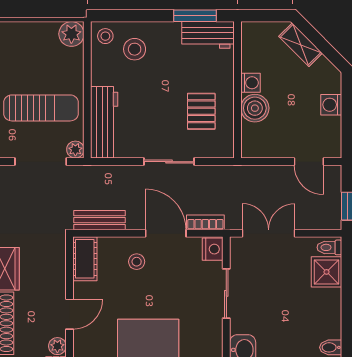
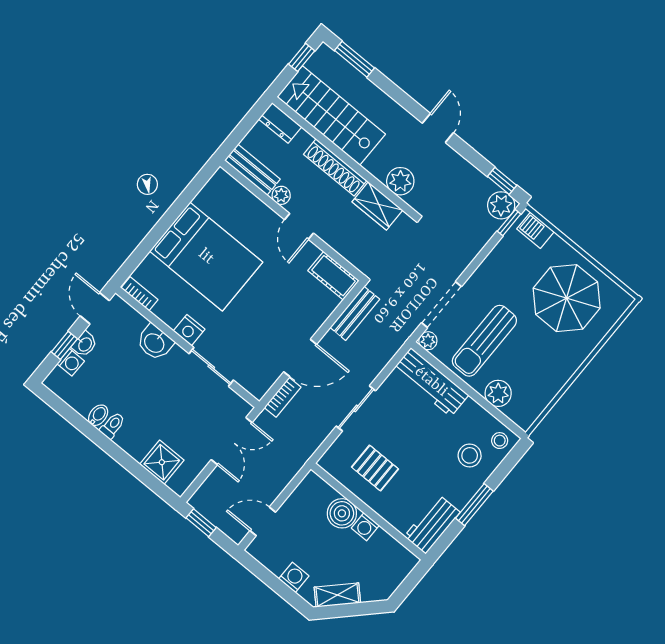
window: (195, 16) -> (474, 505), moved
plant: (71, 34) -> (498, 393), moved
shelving: (301, 45) -> (337, 595), moved
toilet: (329, 247) -> (112, 425), moved
nightstand: (213, 249) -> (189, 330), moved
stool: (137, 262) -> (297, 316), removed

